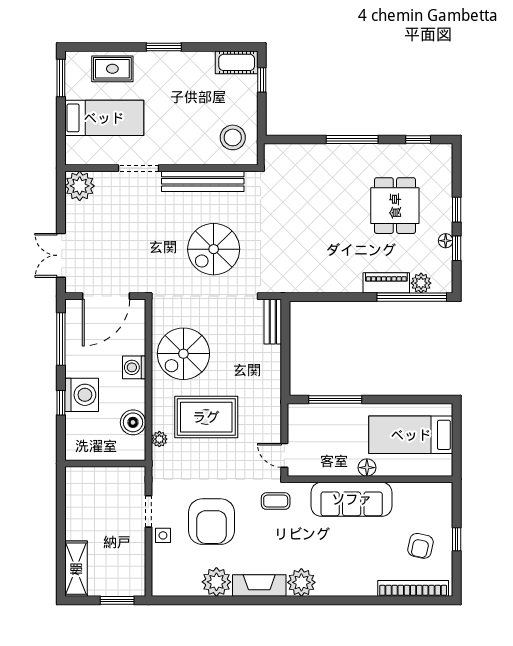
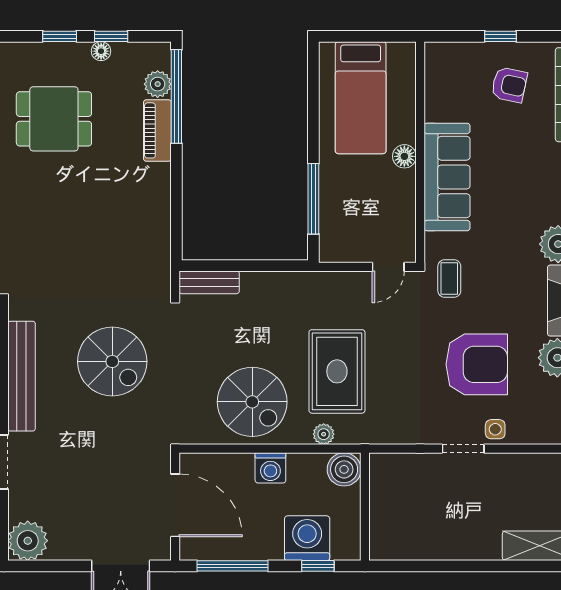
plant: (159, 439) -> (324, 434), moved
wall: (105, 464) -> (365, 507), moved

